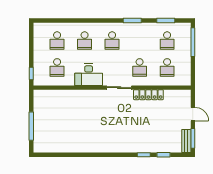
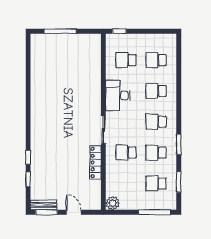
school desk: (167, 67) -> (156, 153), moved
plant: (185, 79) -> (113, 203), added
door: (193, 114) -> (74, 212), swing flipped

